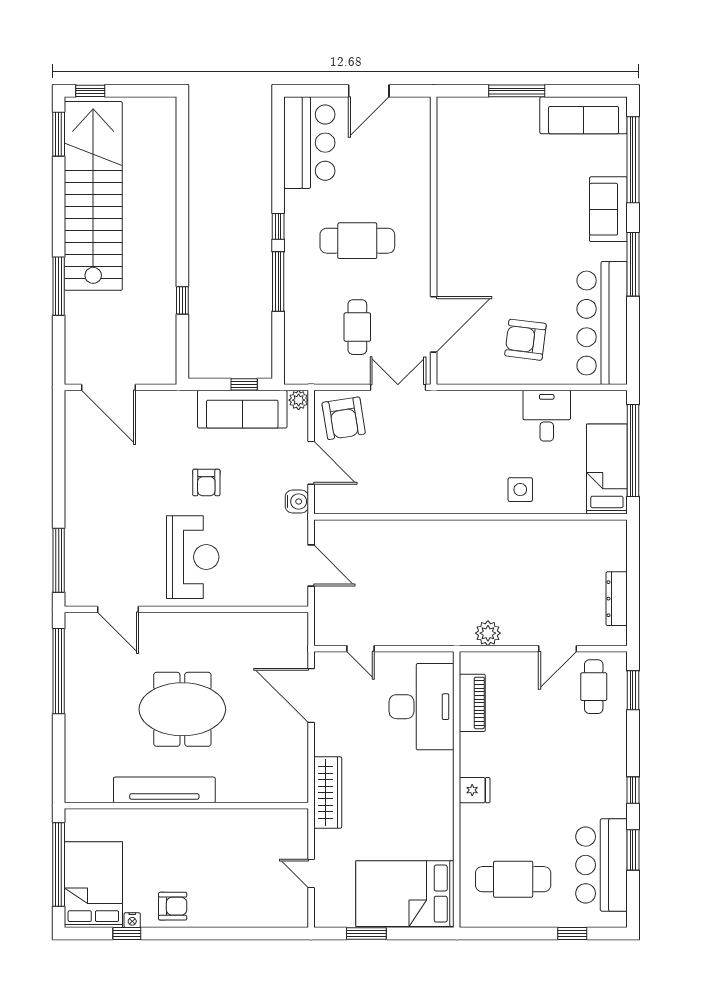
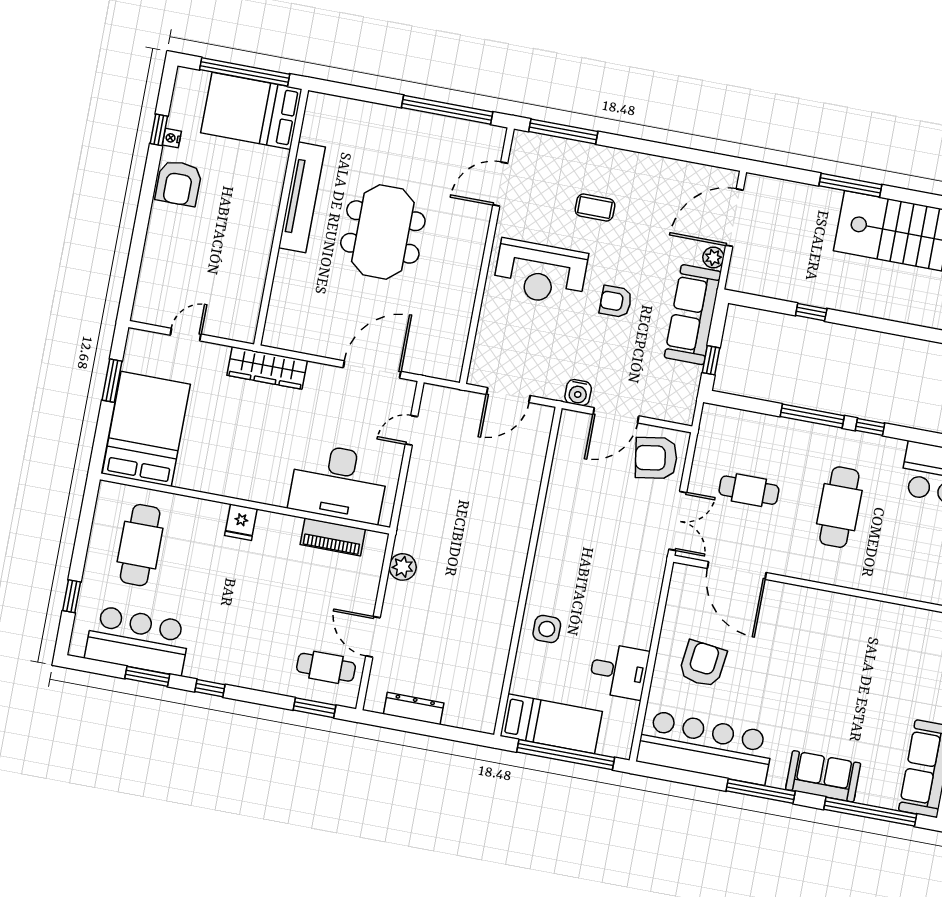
plant: (299, 400) -> (713, 258), moved
sofa: (242, 409) -> (693, 315), moved
coffee table: (123, 518) -> (595, 208), added
bed: (93, 885) -> (251, 111), moved, turned 180
armchair: (173, 906) -> (179, 183), width x1.38, depth x1.38

